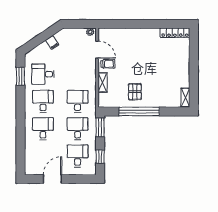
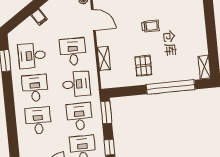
trolley: (108, 64) -> (150, 26), moved
desk: (78, 74) -> (73, 52), added
desk: (78, 101) -> (76, 84), turned 90
window: (139, 112) -> (171, 87), moved

